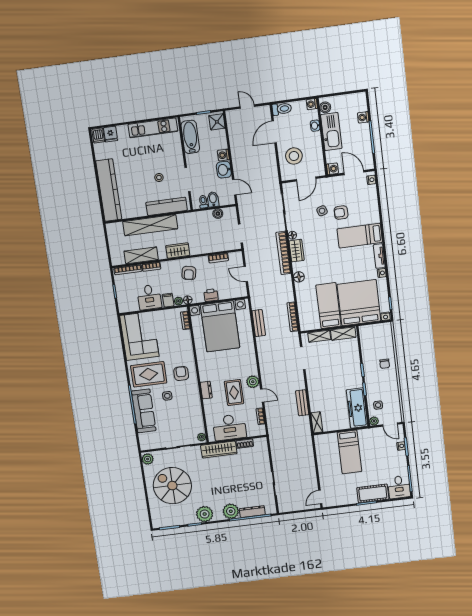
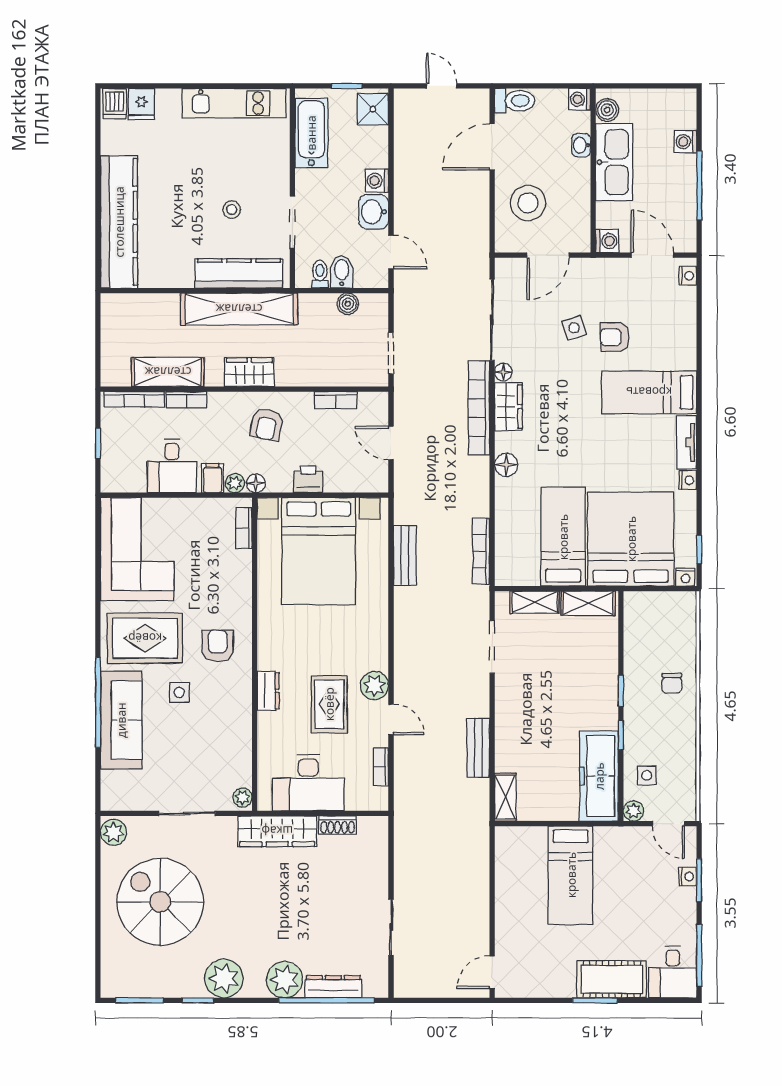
shelving: (150, 225) -> (239, 309), moved

